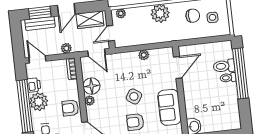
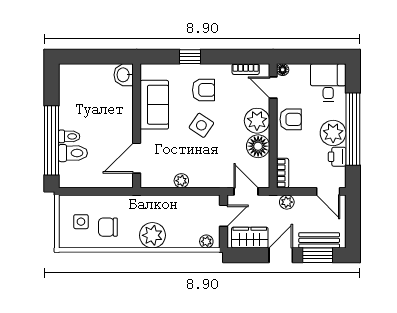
plant: (90, 101) -> (257, 121), width x1.88, depth x1.88

